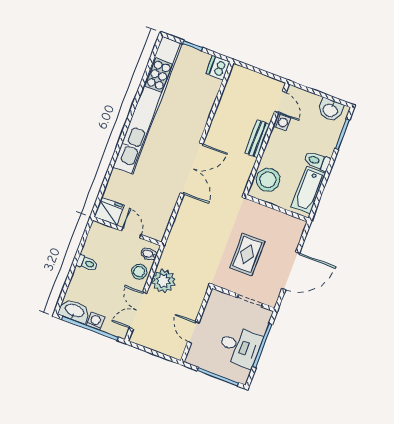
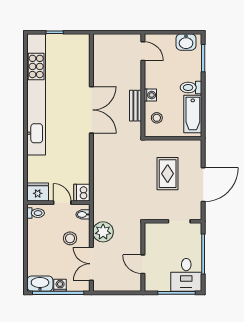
dishwasher: (218, 68) -> (82, 193), moved
washing machine: (282, 122) -> (150, 95), moved
bench: (257, 139) -> (136, 106), moved
double door: (192, 168) -> (91, 110), moved
stool: (268, 180) -> (157, 118), width x0.53, depth x0.53
rug: (247, 254) -> (168, 174), moved
toilet: (87, 263) -> (36, 213), moved
stool: (139, 272) -> (70, 238), moved
desk: (240, 347) -> (186, 275), moved, turned 90

